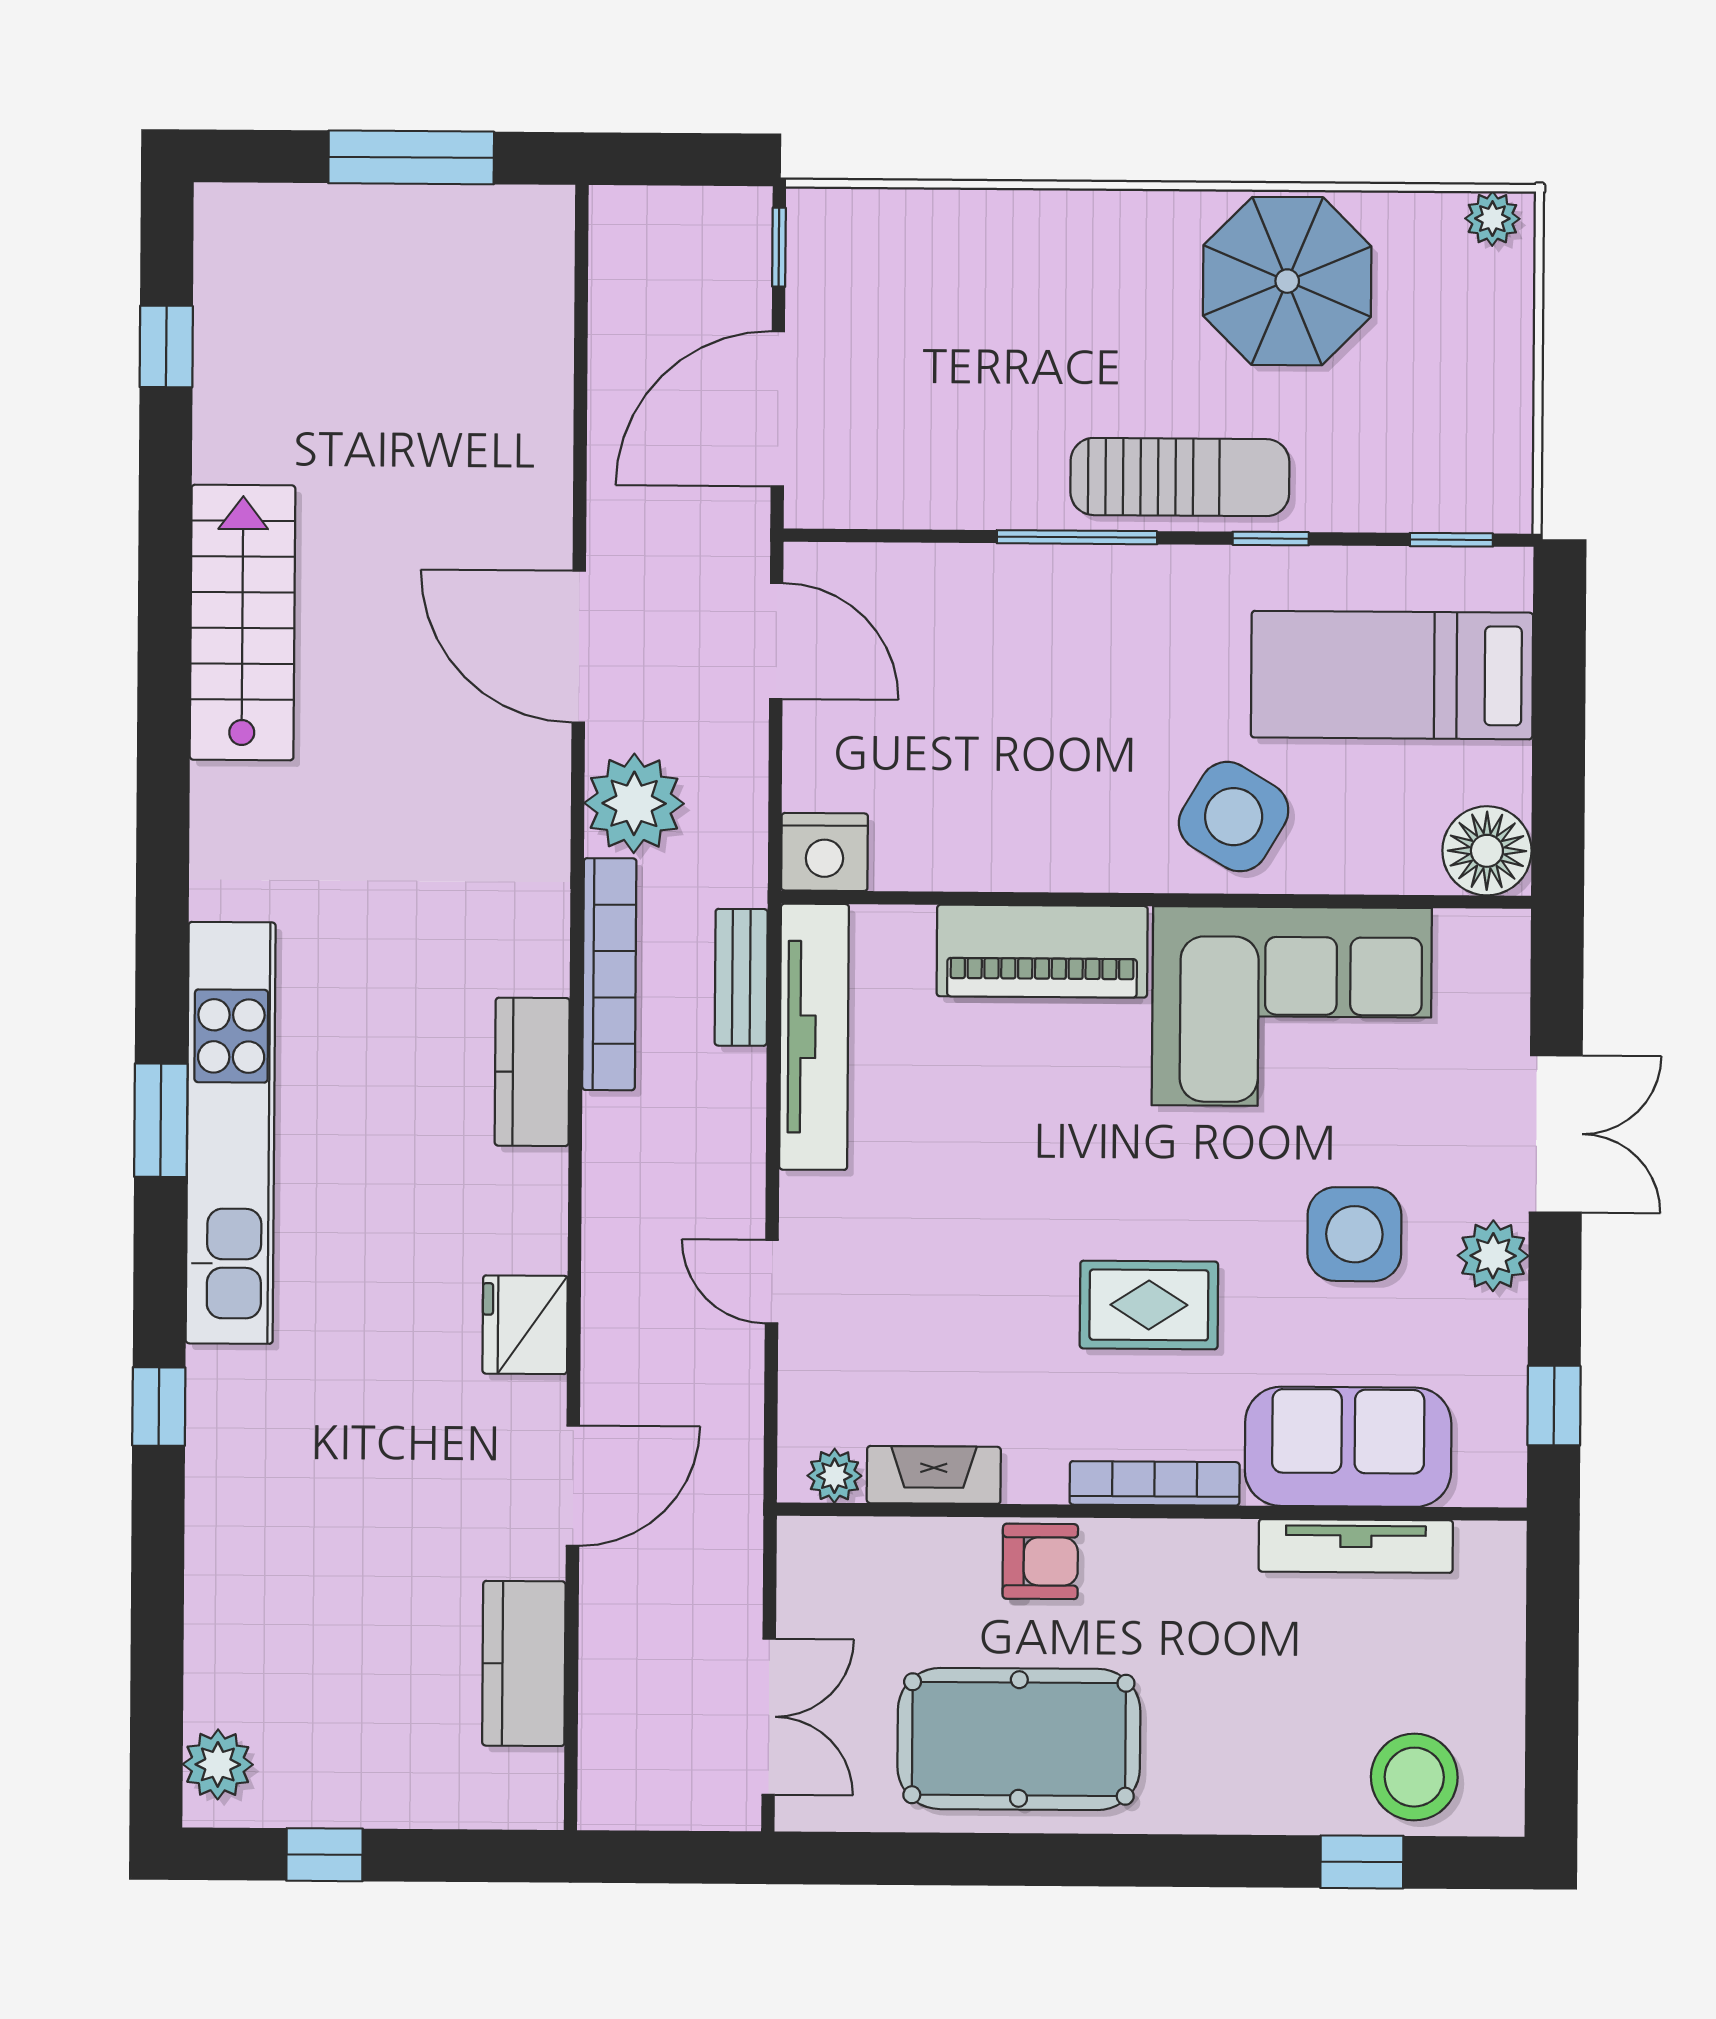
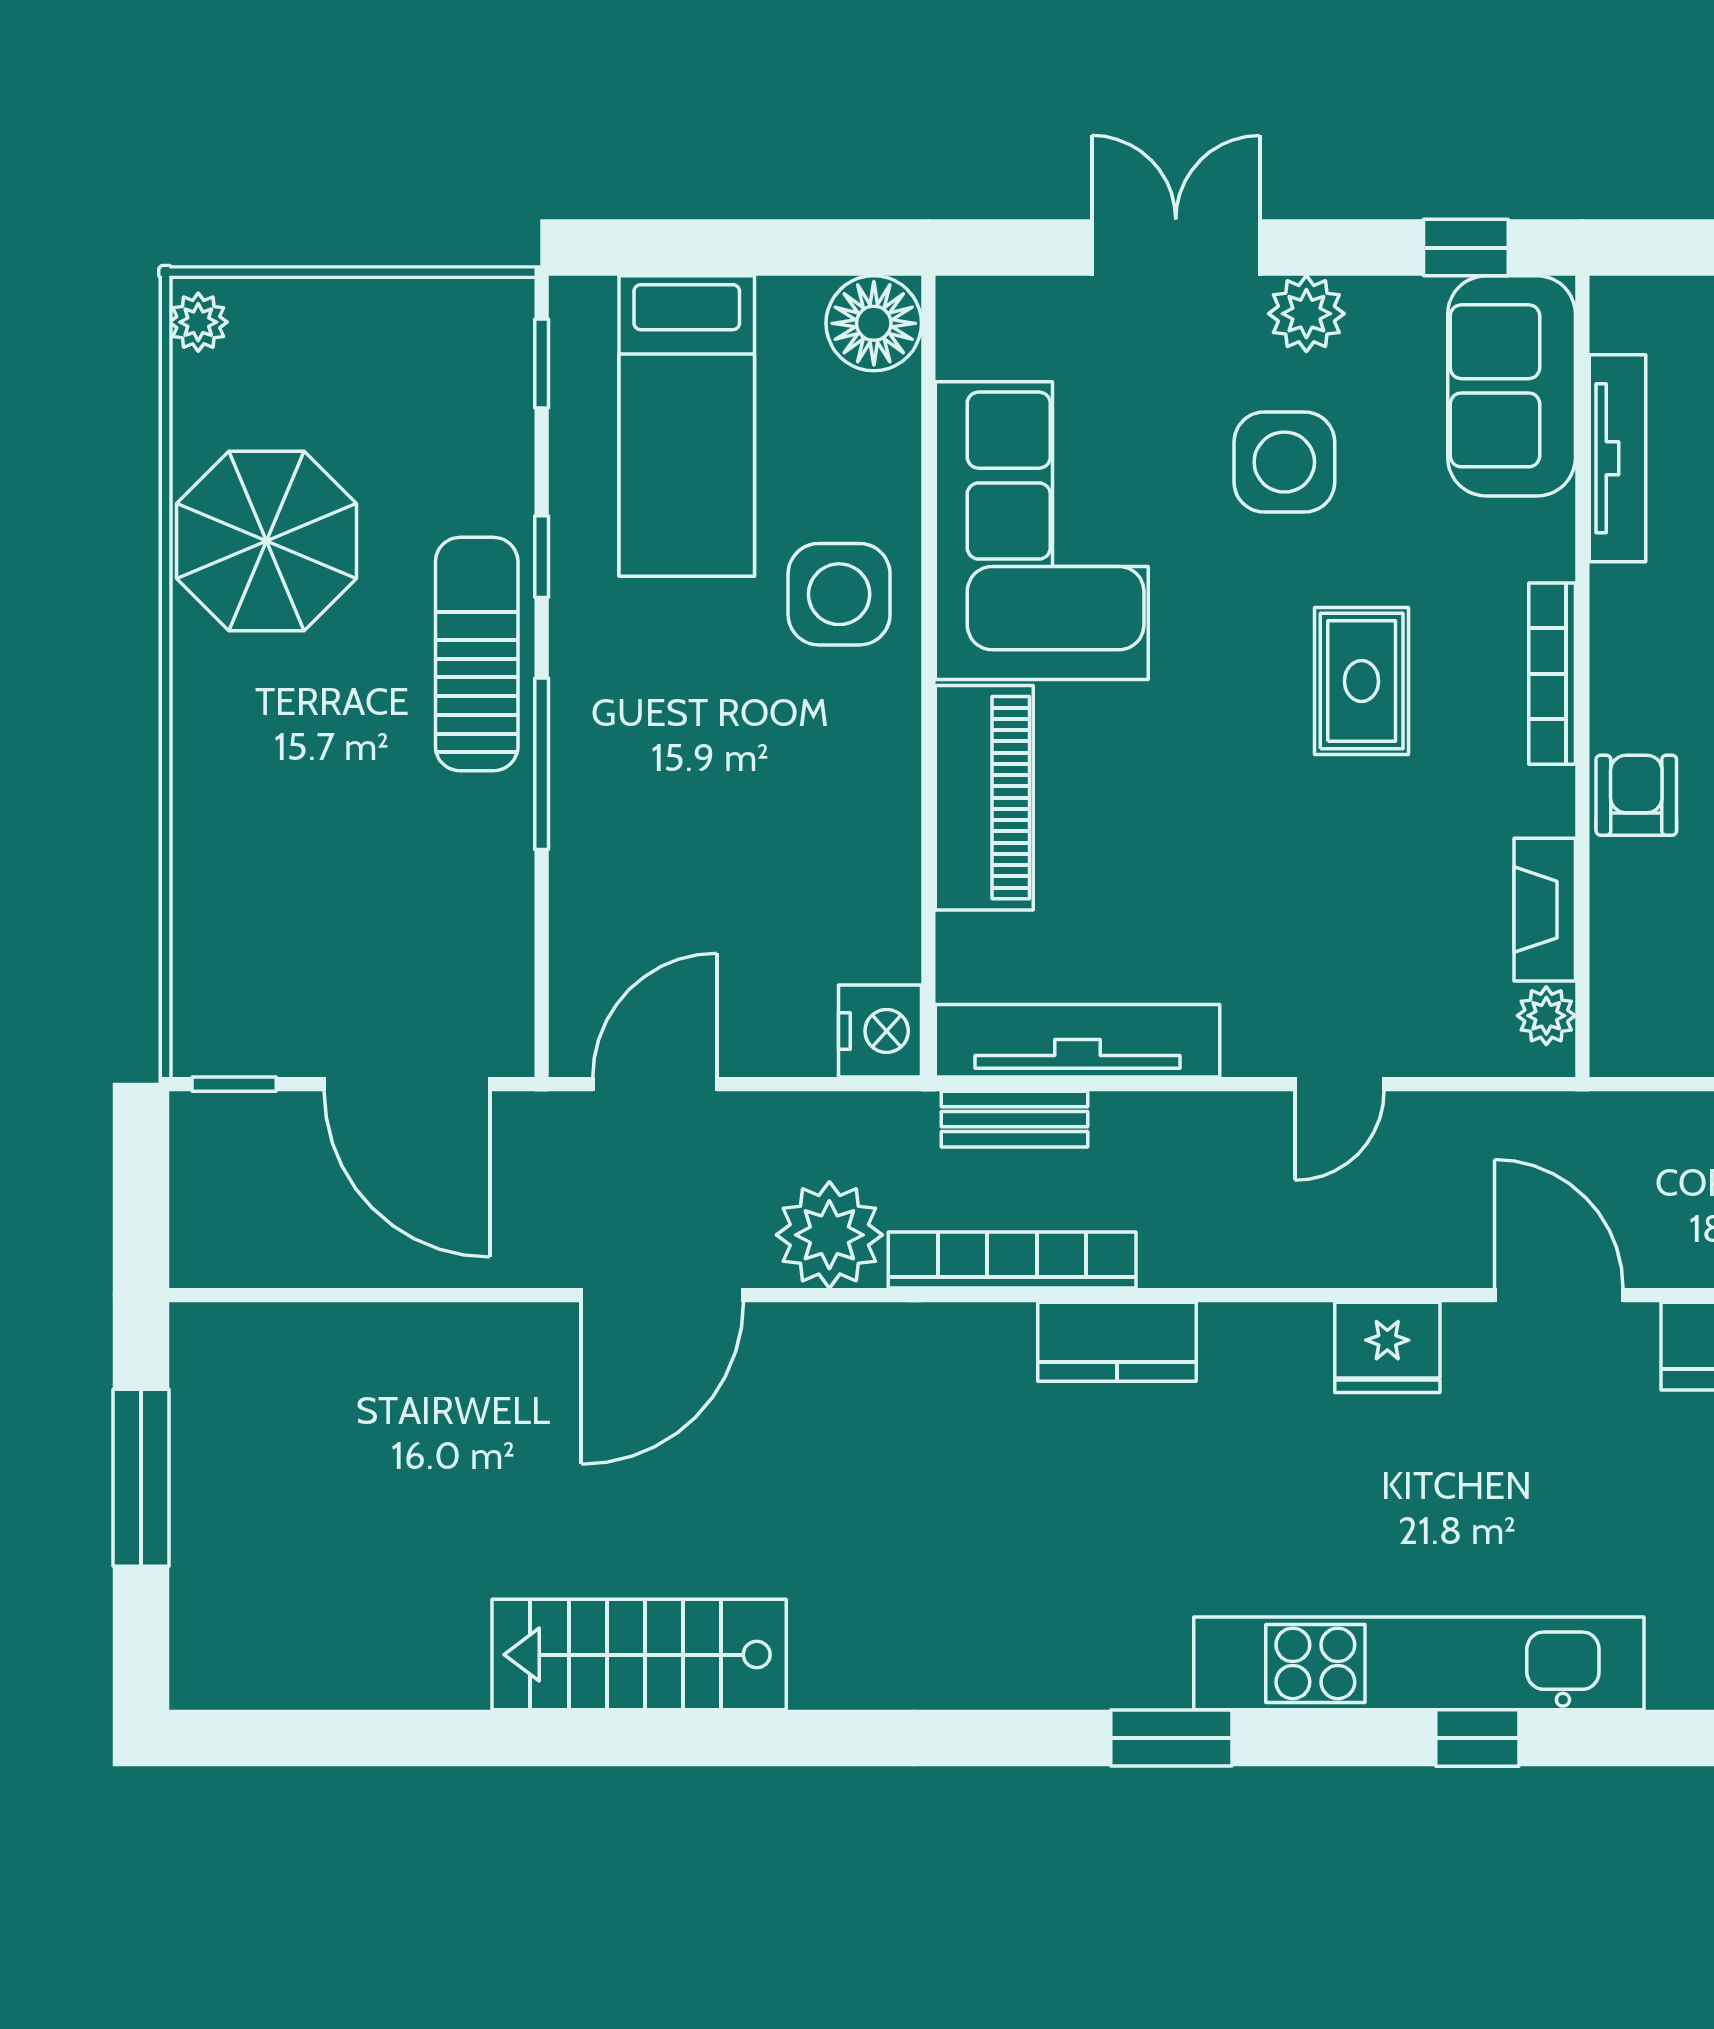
window: (166, 346) -> (345, 1738), removed
side table: (1234, 817) -> (839, 594), turned -31
kitchen unit: (231, 1133) -> (1419, 1663), moved
sofa: (1348, 1447) -> (1512, 386), moved

